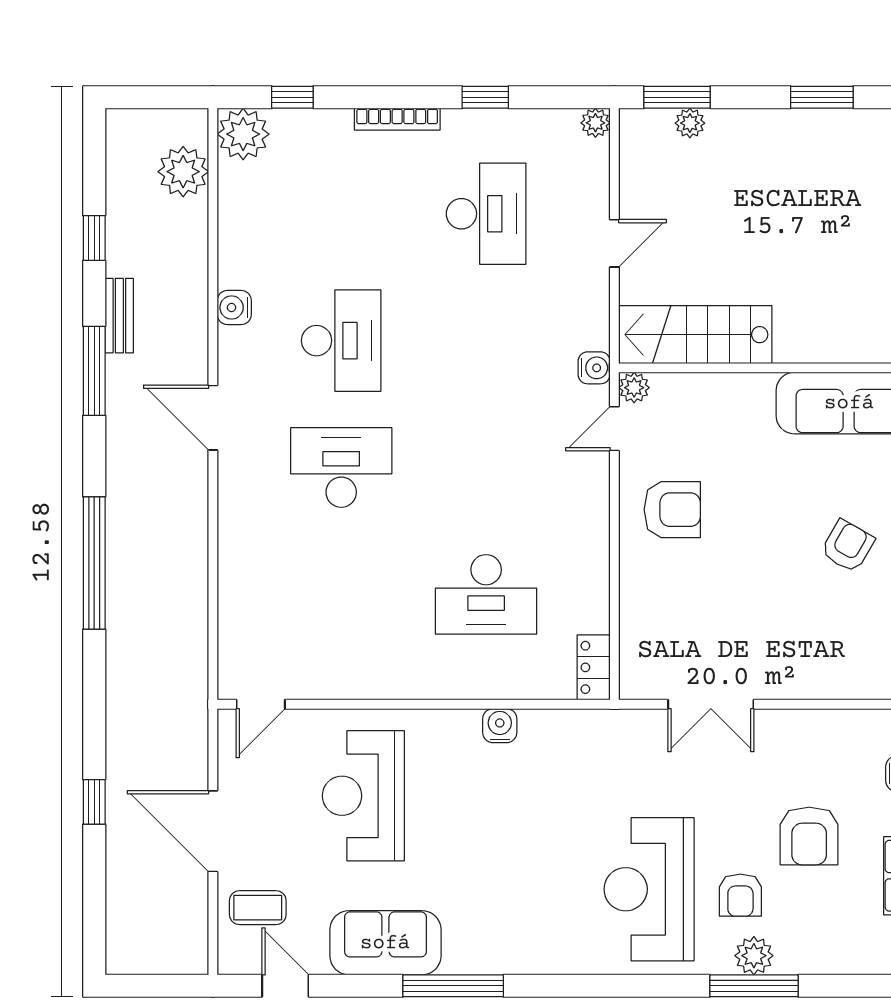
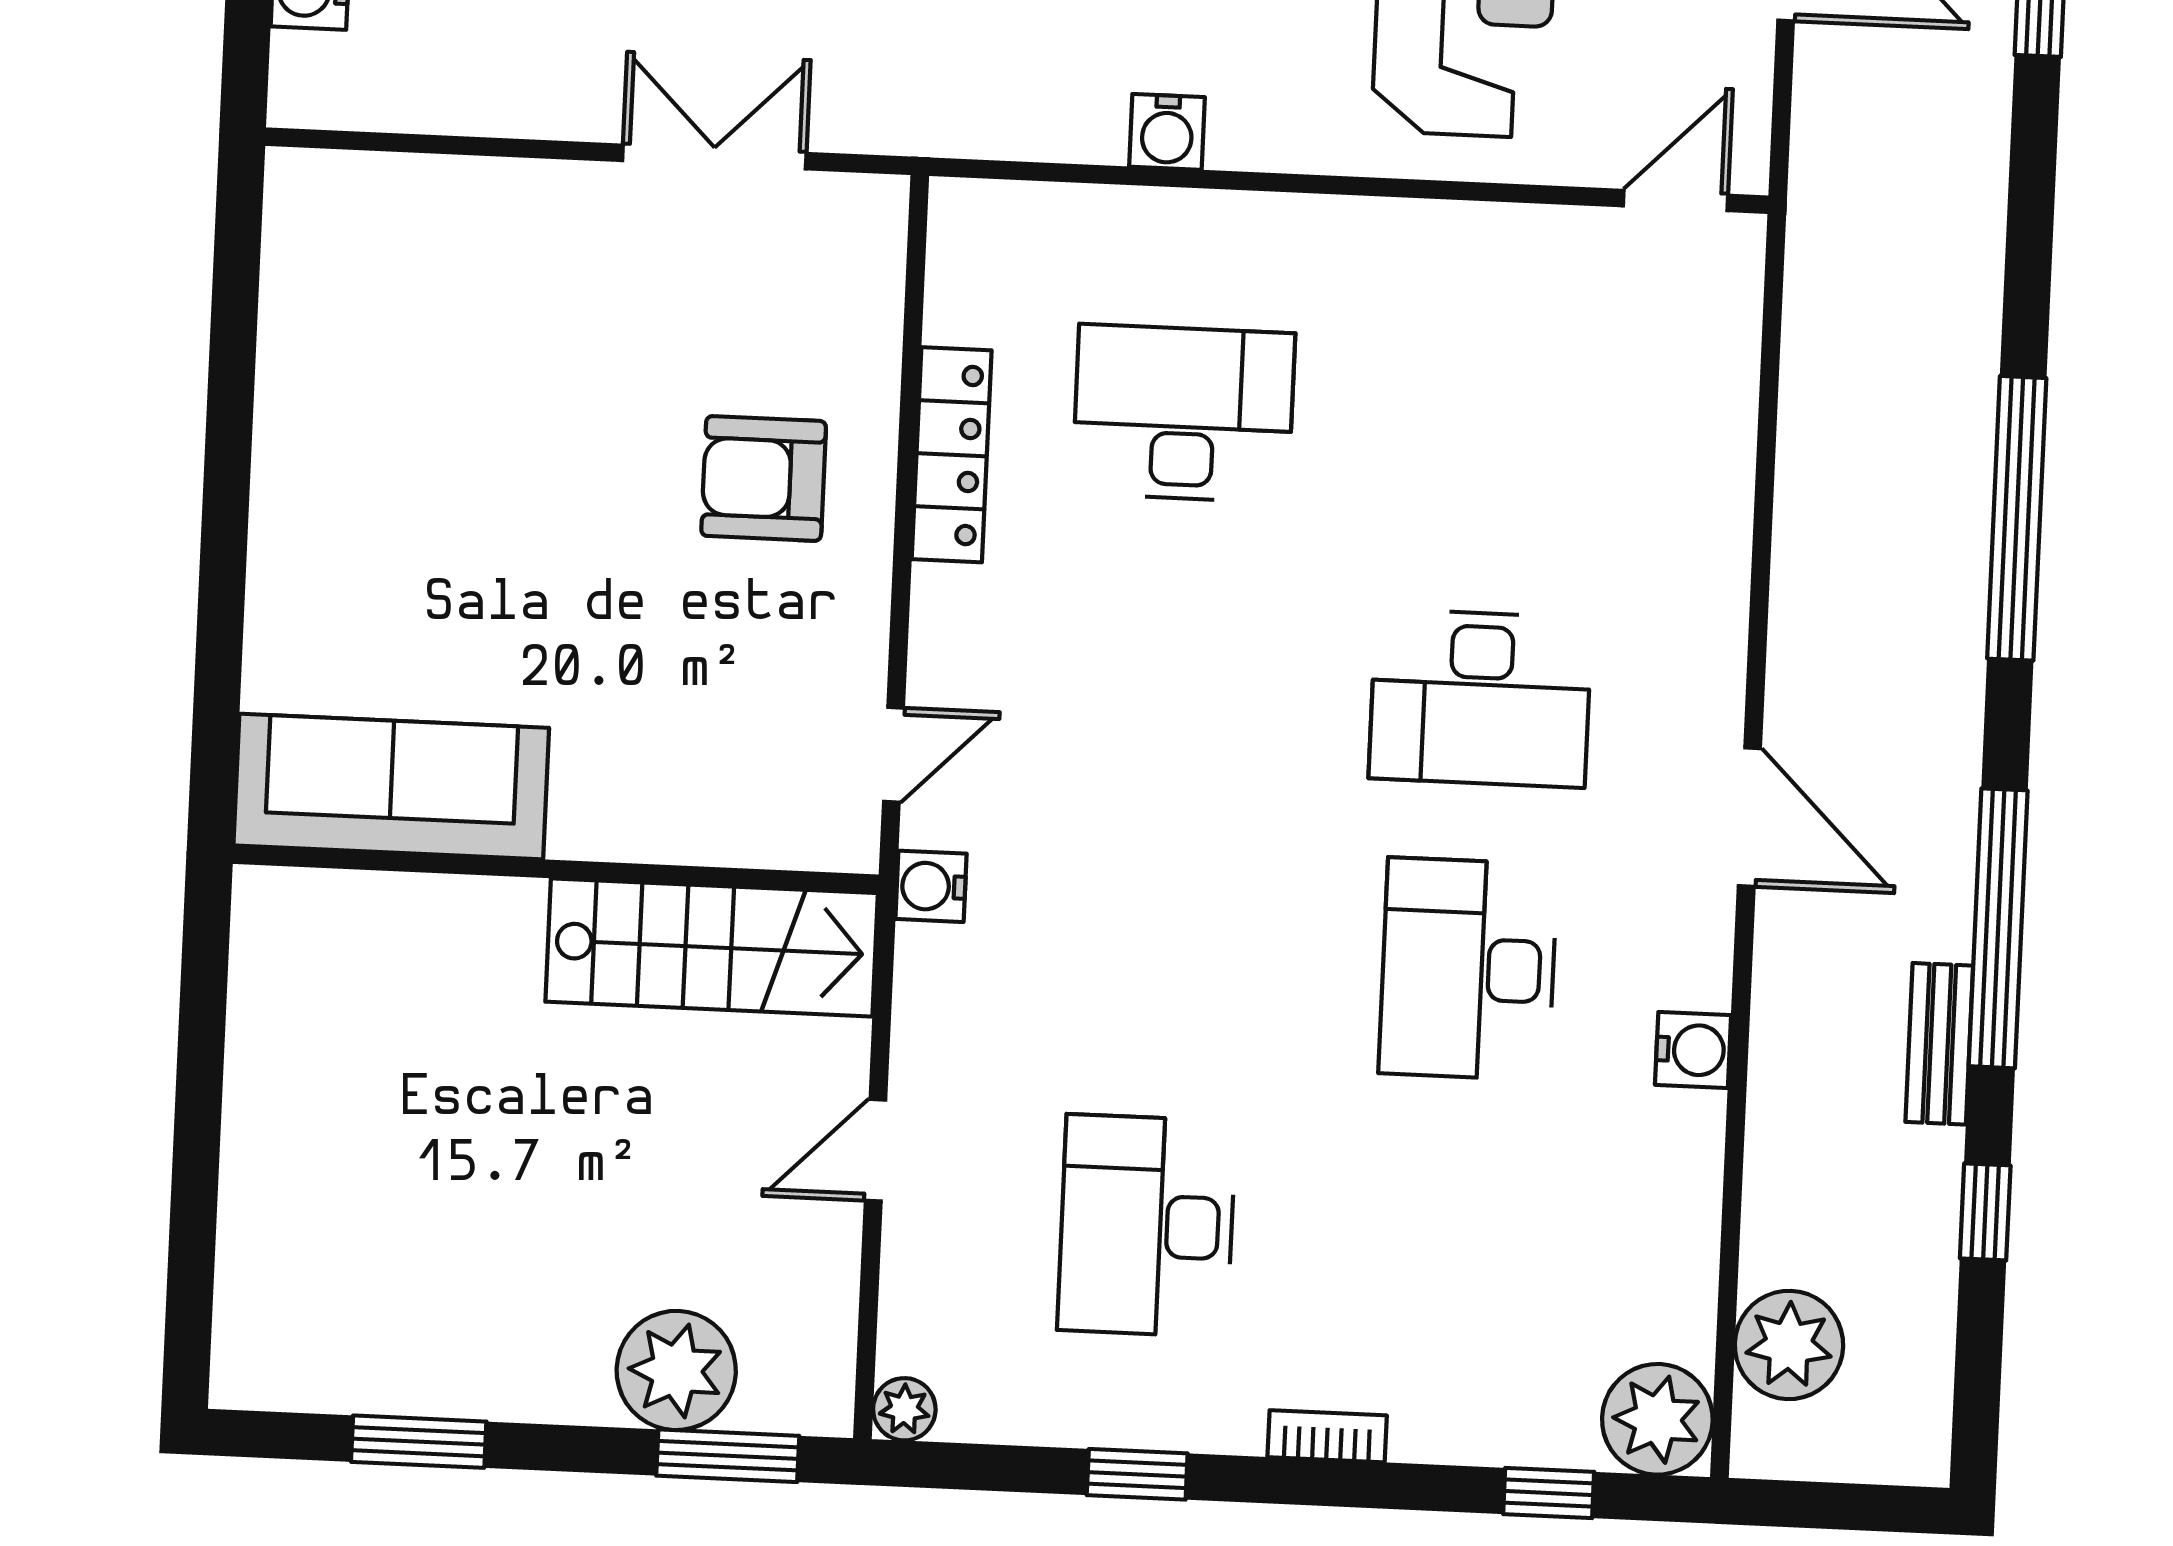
bookcase: (397, 119) -> (1327, 1436), width x0.64
plant: (690, 123) -> (676, 1370), width x1.88, depth x1.88
window: (94, 371) -> (1998, 928), width x1.46
plant: (634, 388) -> (848, 840), removed
armchair: (672, 510) -> (764, 478), moved
armchair: (848, 546) -> (407, 482), removed
locker: (594, 667) -> (952, 455), moved, width x1.53

